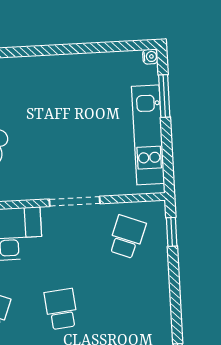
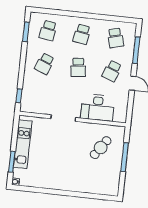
school desk: (127, 237) -> (44, 64), moved

